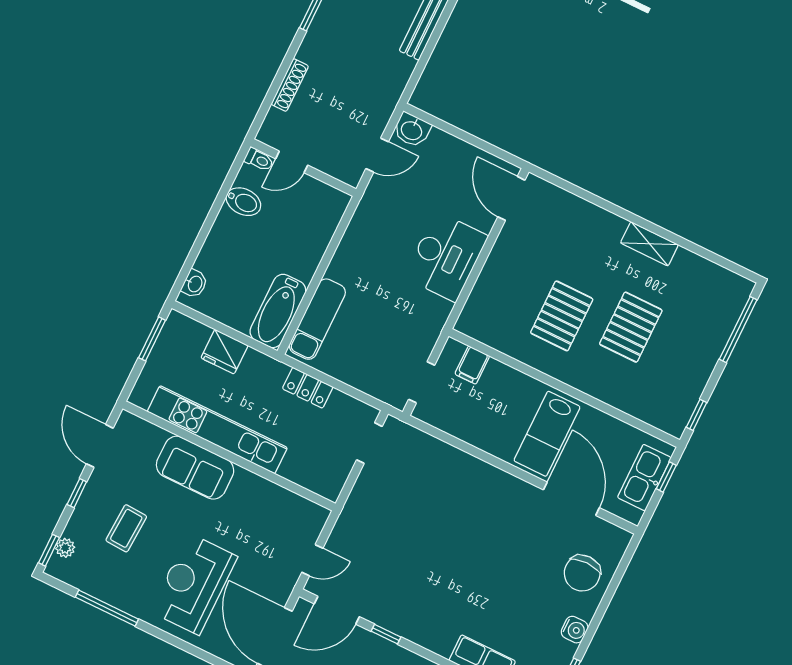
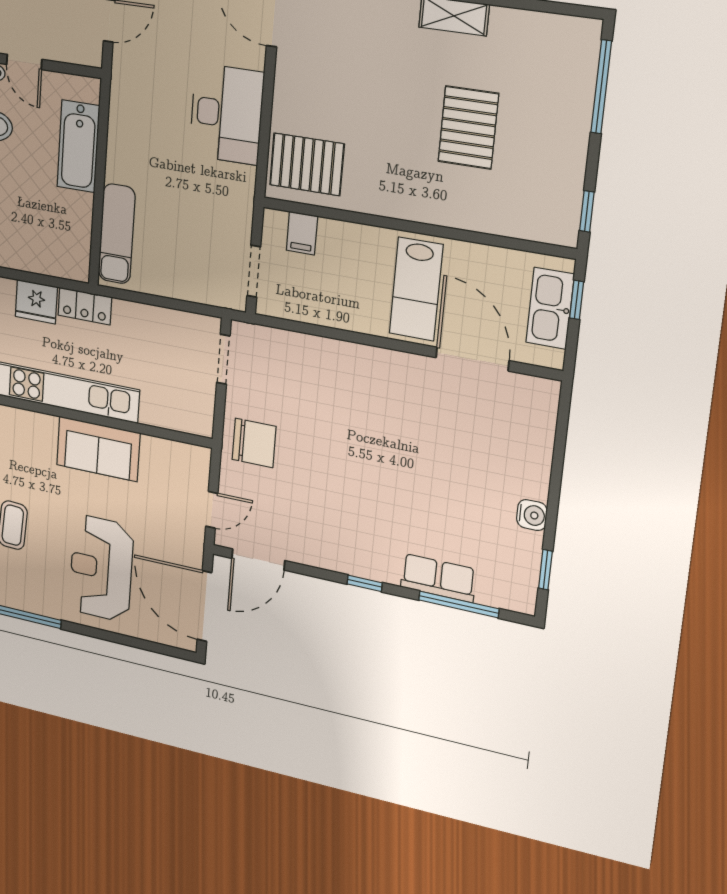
door: (292, 162) -> (24, 62), hinge flipped
bathtub: (278, 311) -> (78, 146), moved
pallet: (562, 316) -> (307, 164), moved, turned 90
locker: (308, 388) -> (85, 306), moved
sofa: (195, 468) -> (98, 449), moved
chair: (582, 573) -> (254, 443), moved, turned -90
window: (386, 634) -> (365, 583), moved

